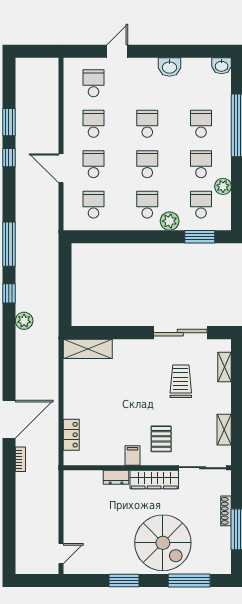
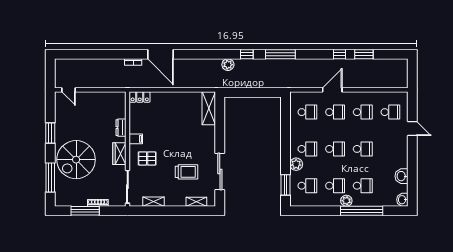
washbasin: (169, 67) -> (402, 176), moved
plant: (223, 186) -> (346, 201), moved
locker: (71, 435) -> (140, 97), moved
wardrobe: (154, 479) -> (119, 154), width x0.67

